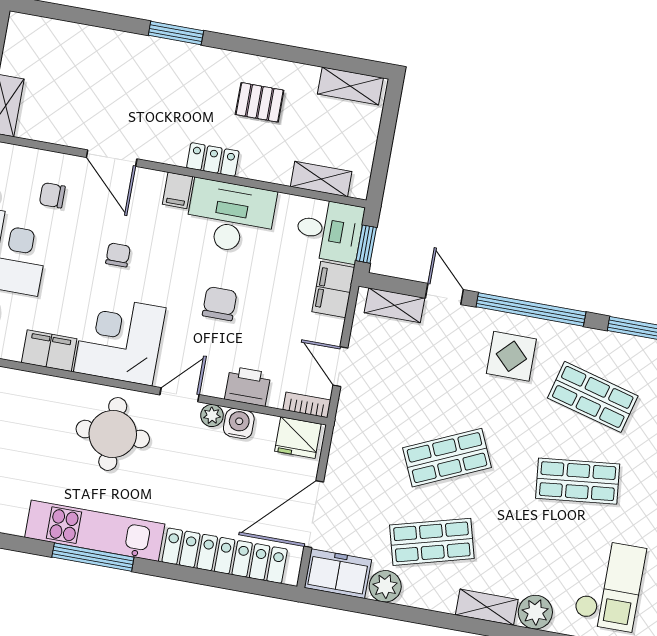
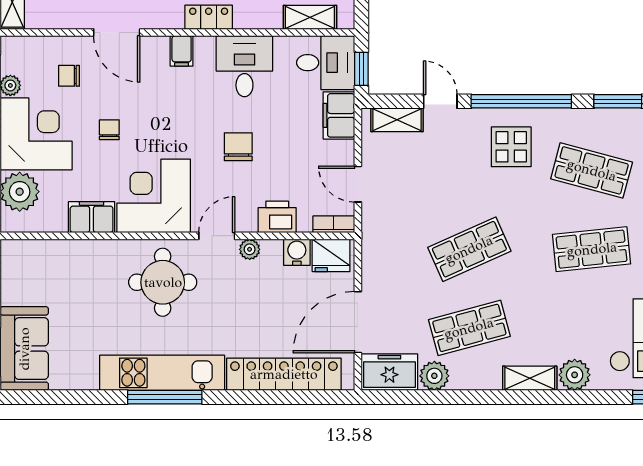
desk: (230, 217) -> (244, 66), width x0.73
chair: (118, 255) -> (109, 130), moved
water cooler: (239, 424) -> (297, 252), moved

